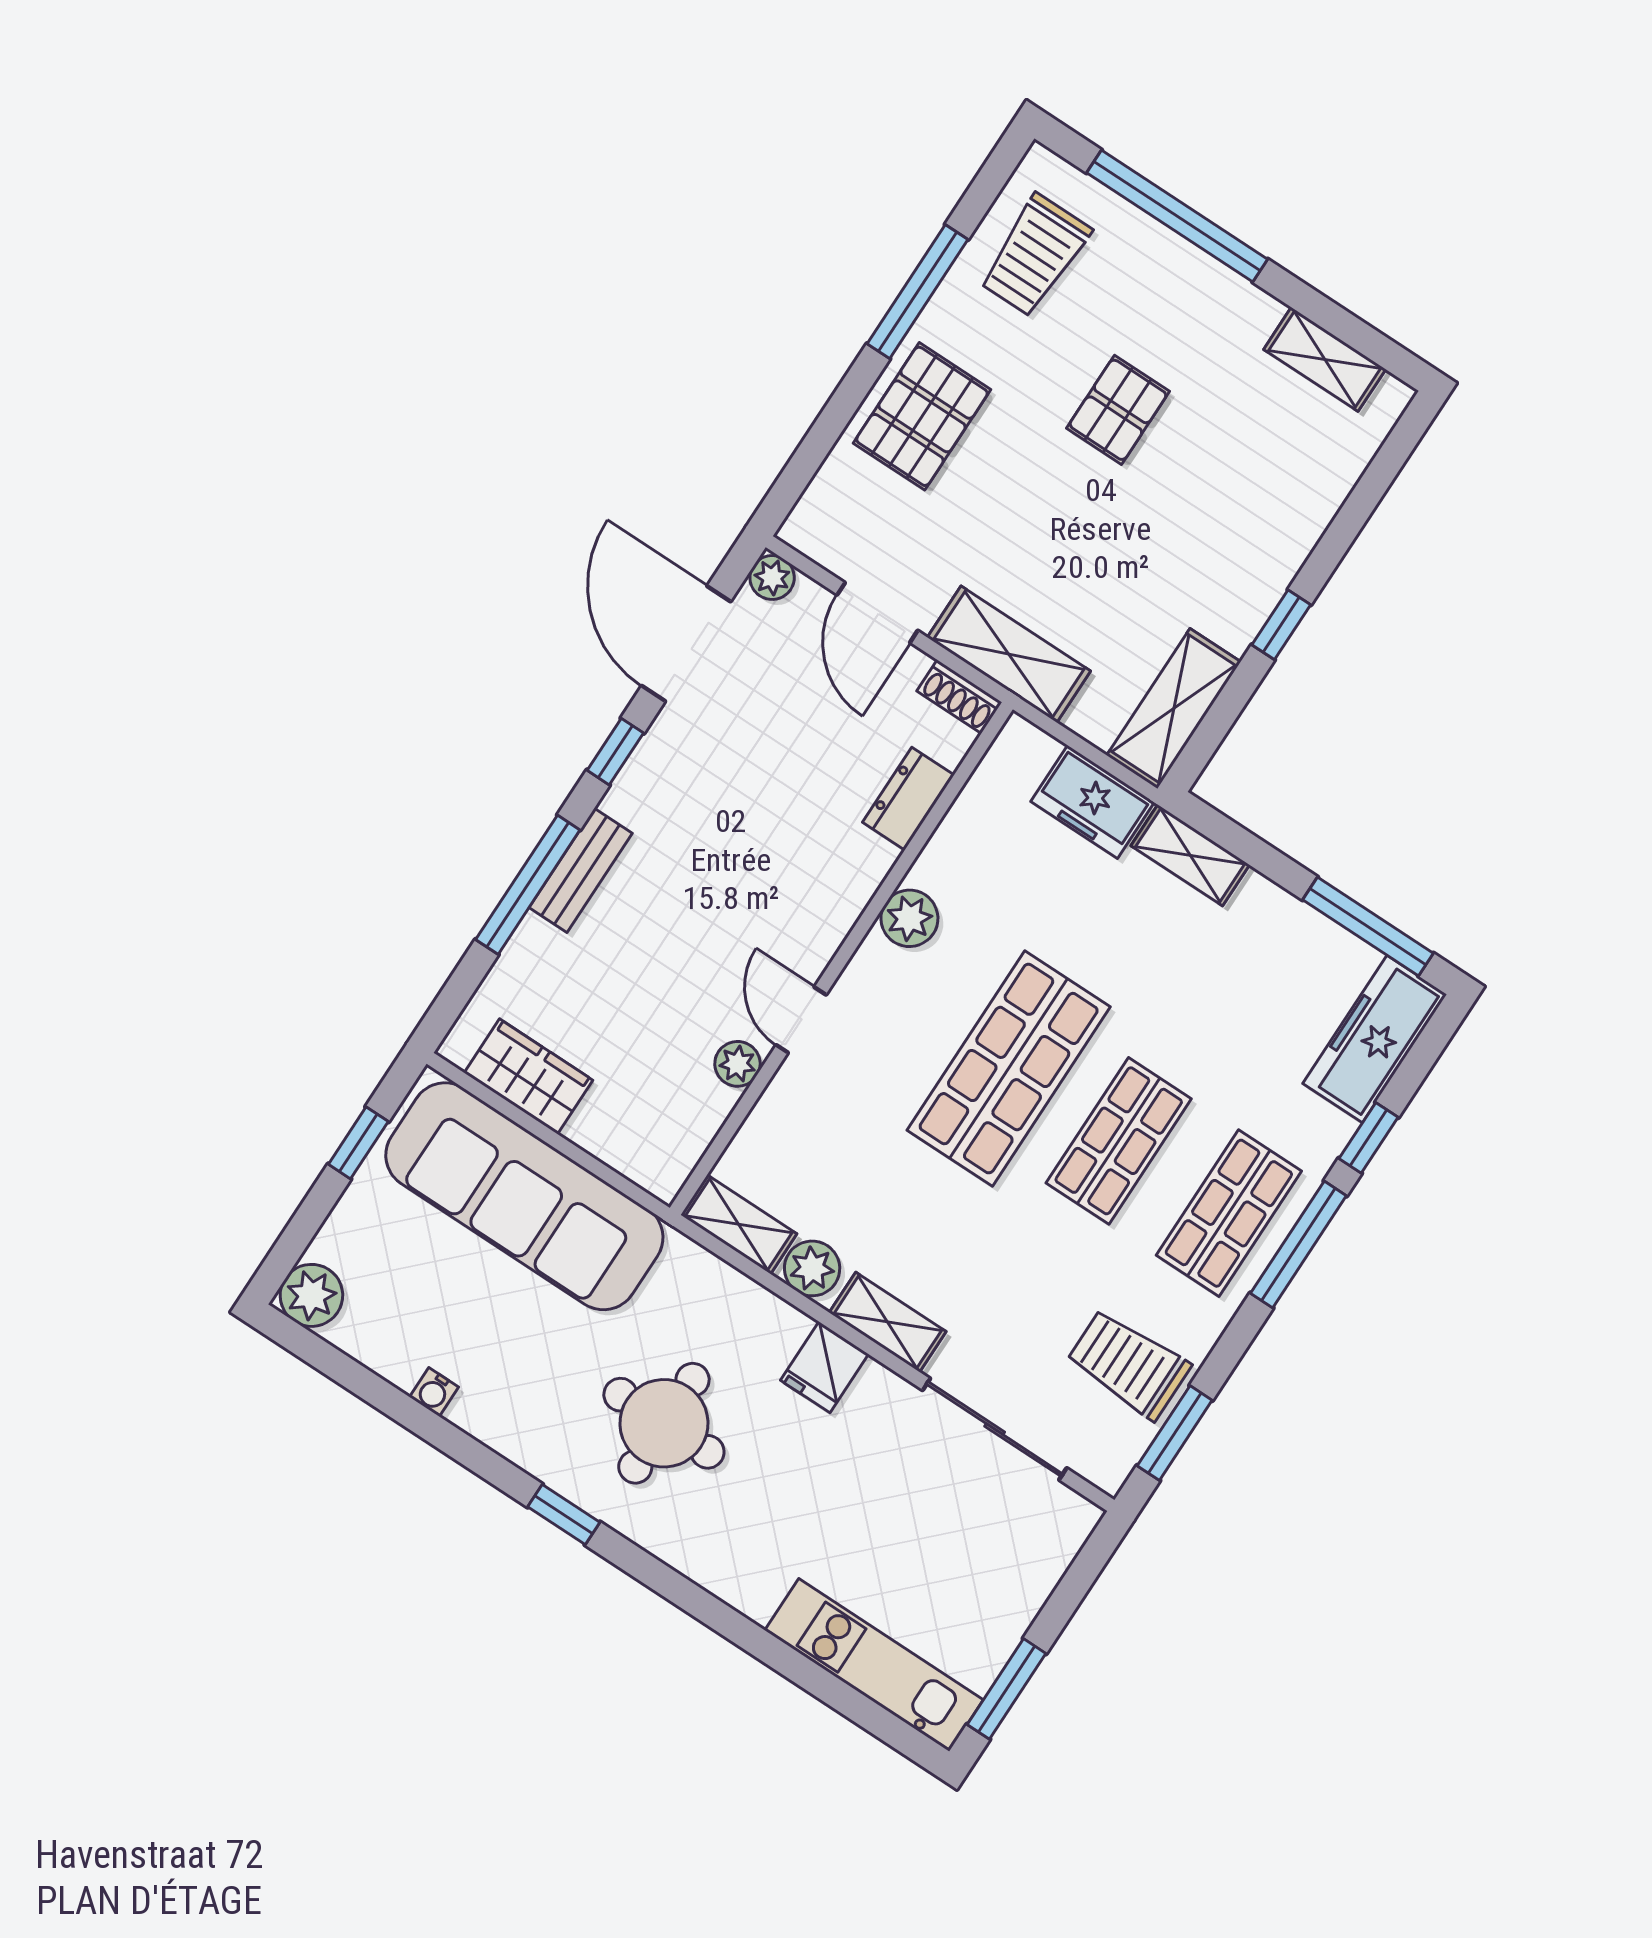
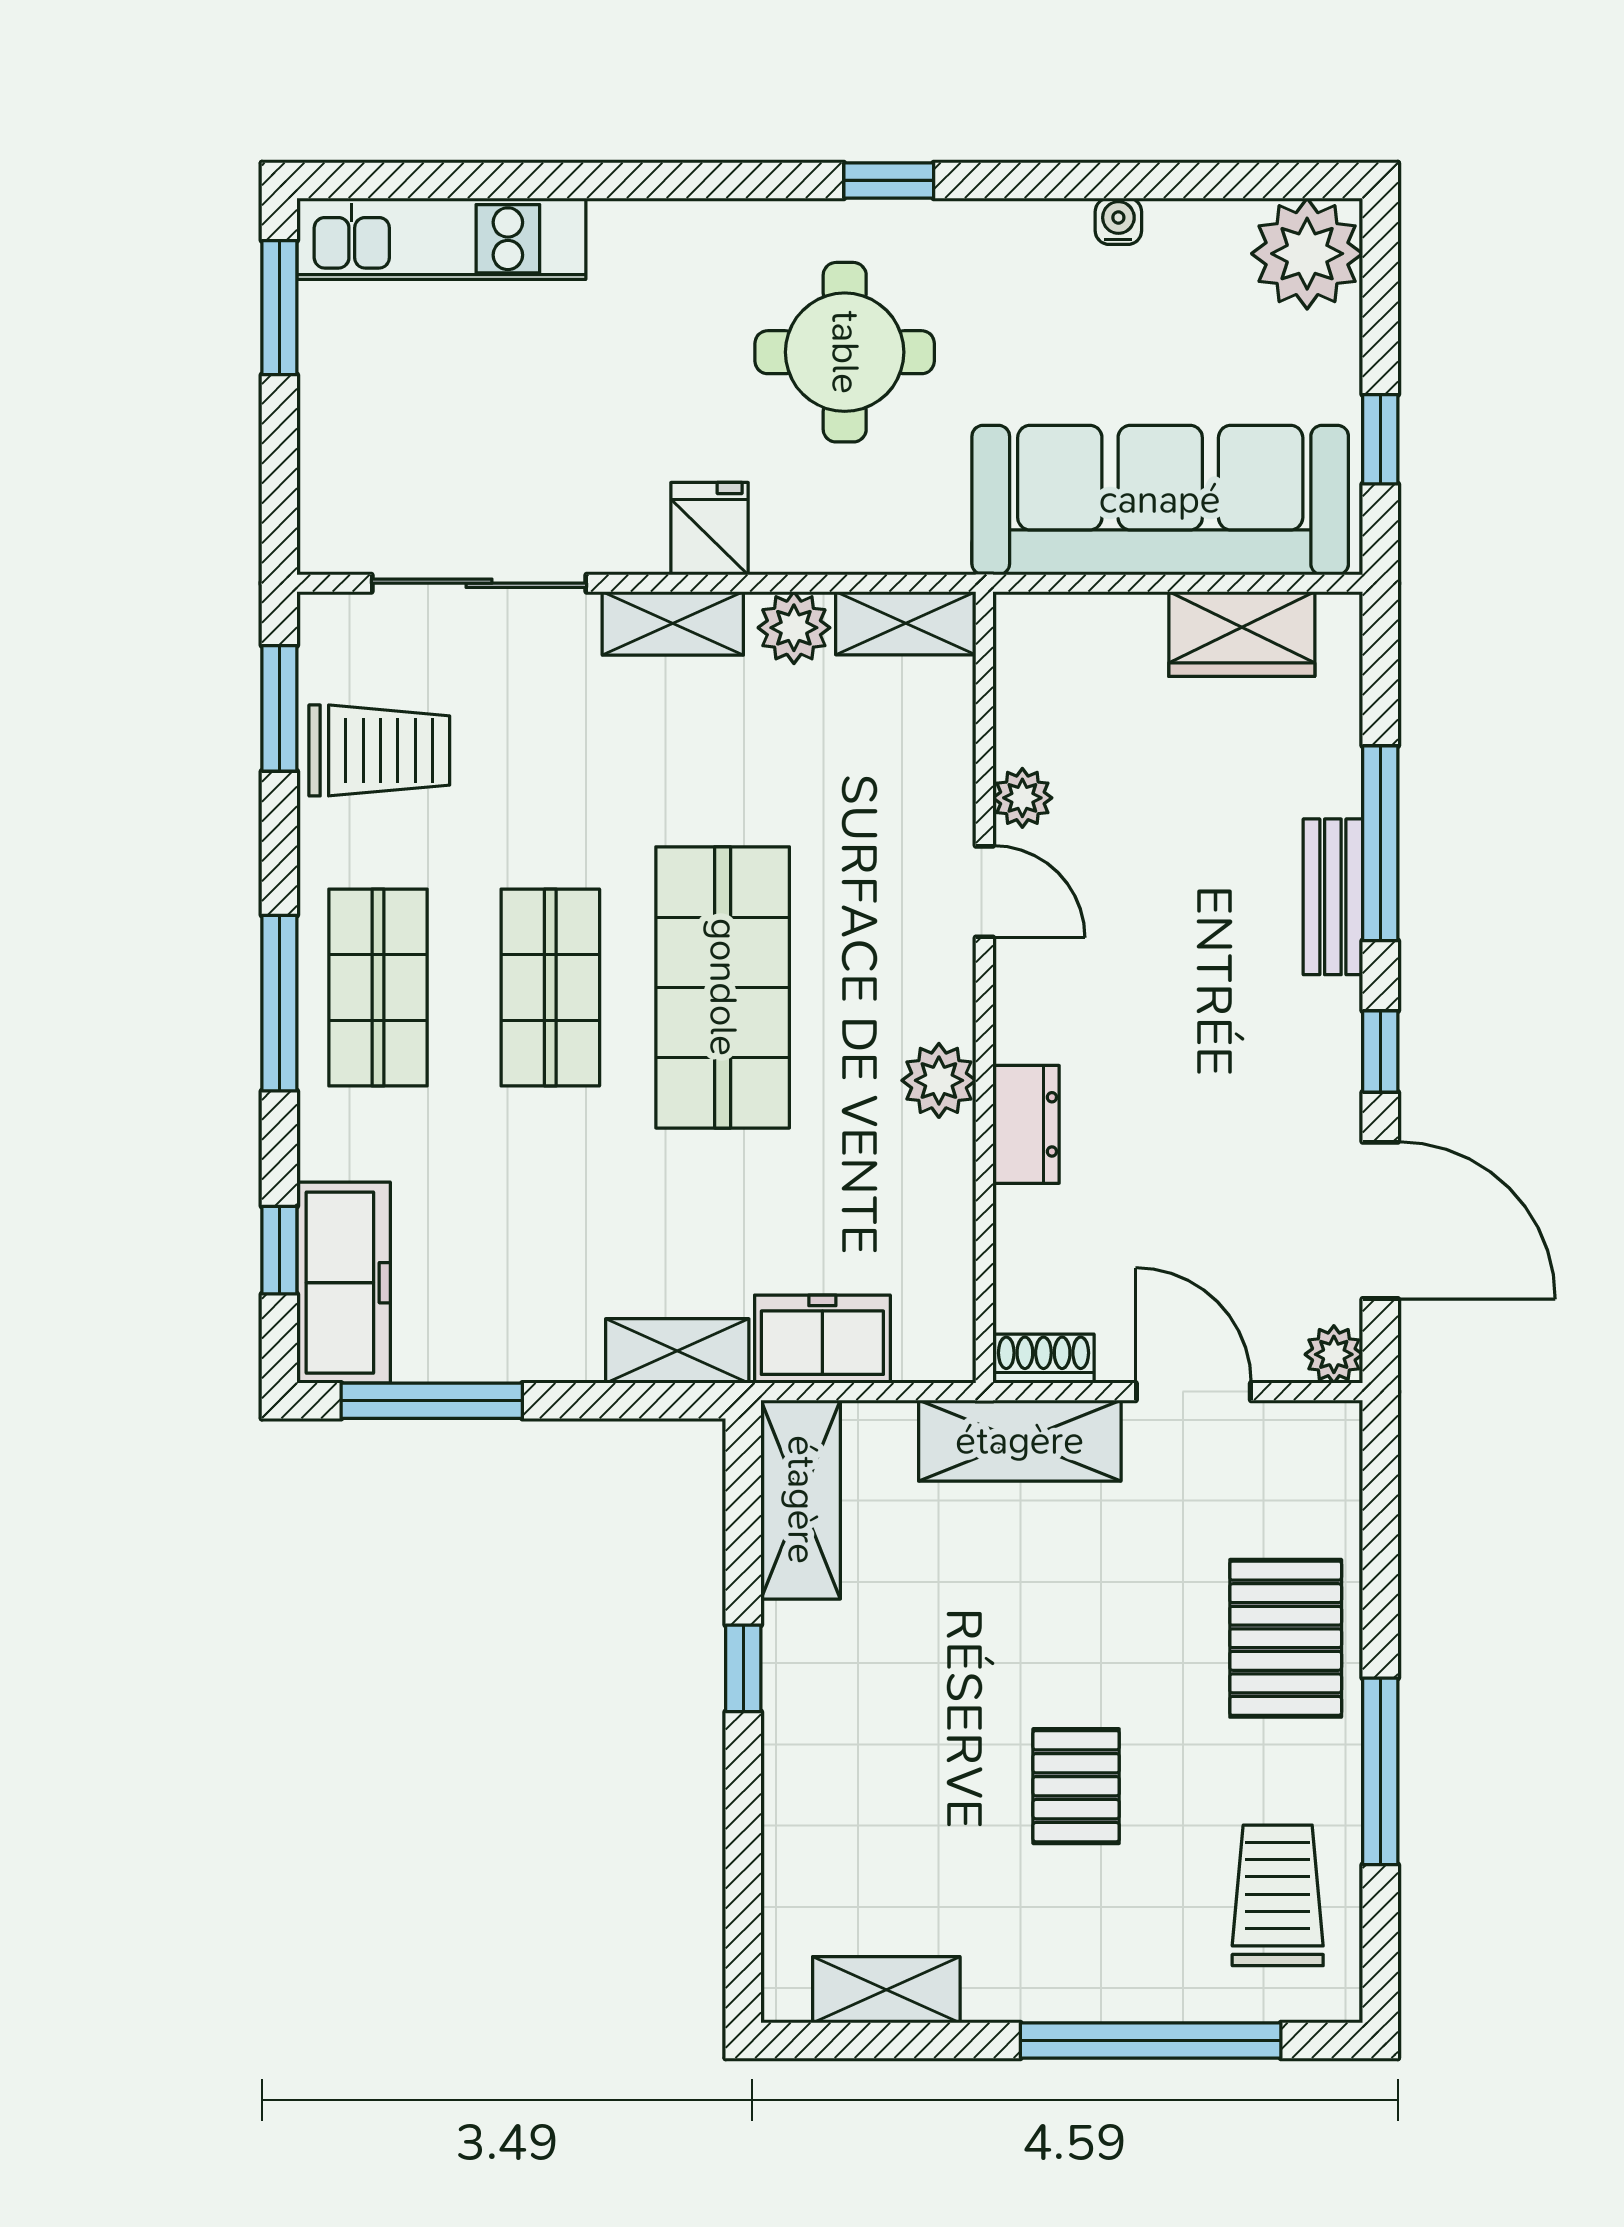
dresser: (908, 799) -> (1026, 1124), moved
window: (1369, 1138) -> (279, 1250), moved
plant: (311, 1295) -> (1307, 254), width x1.36, depth x1.36

